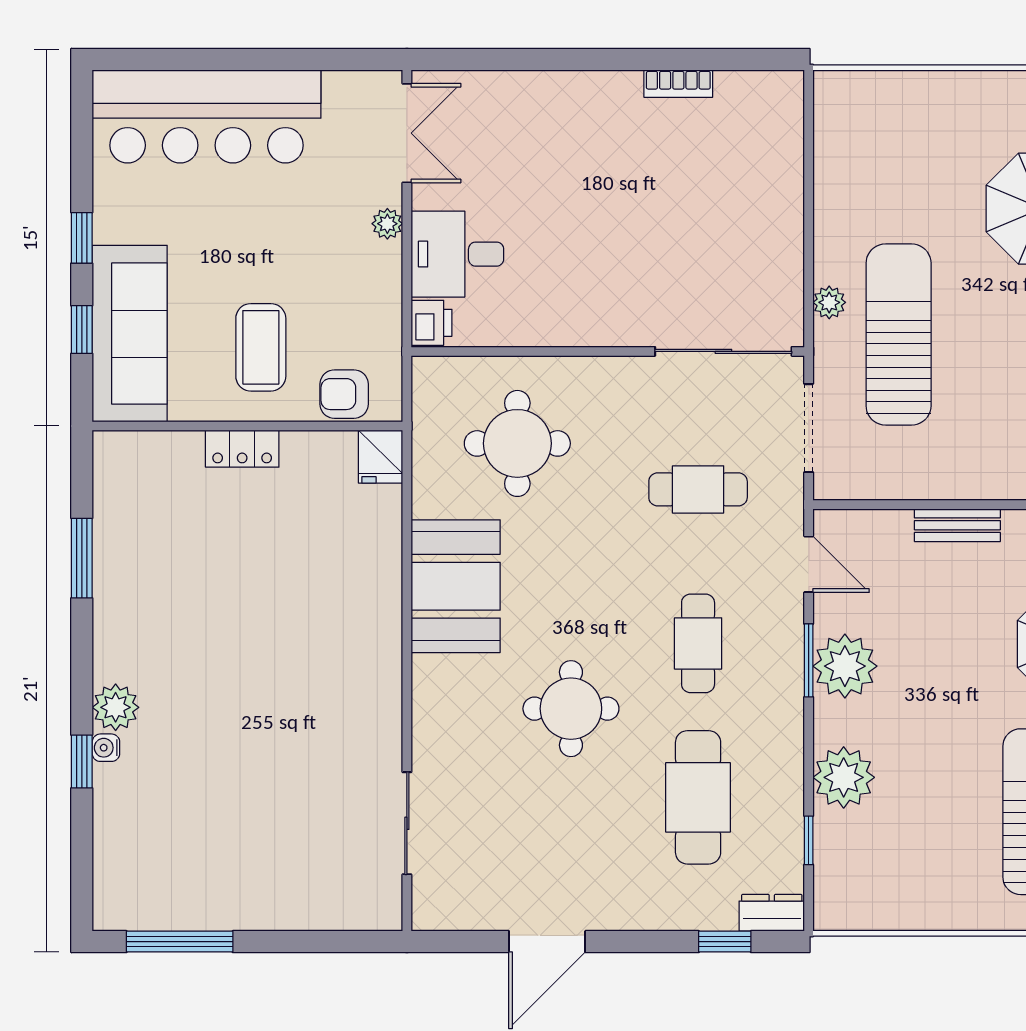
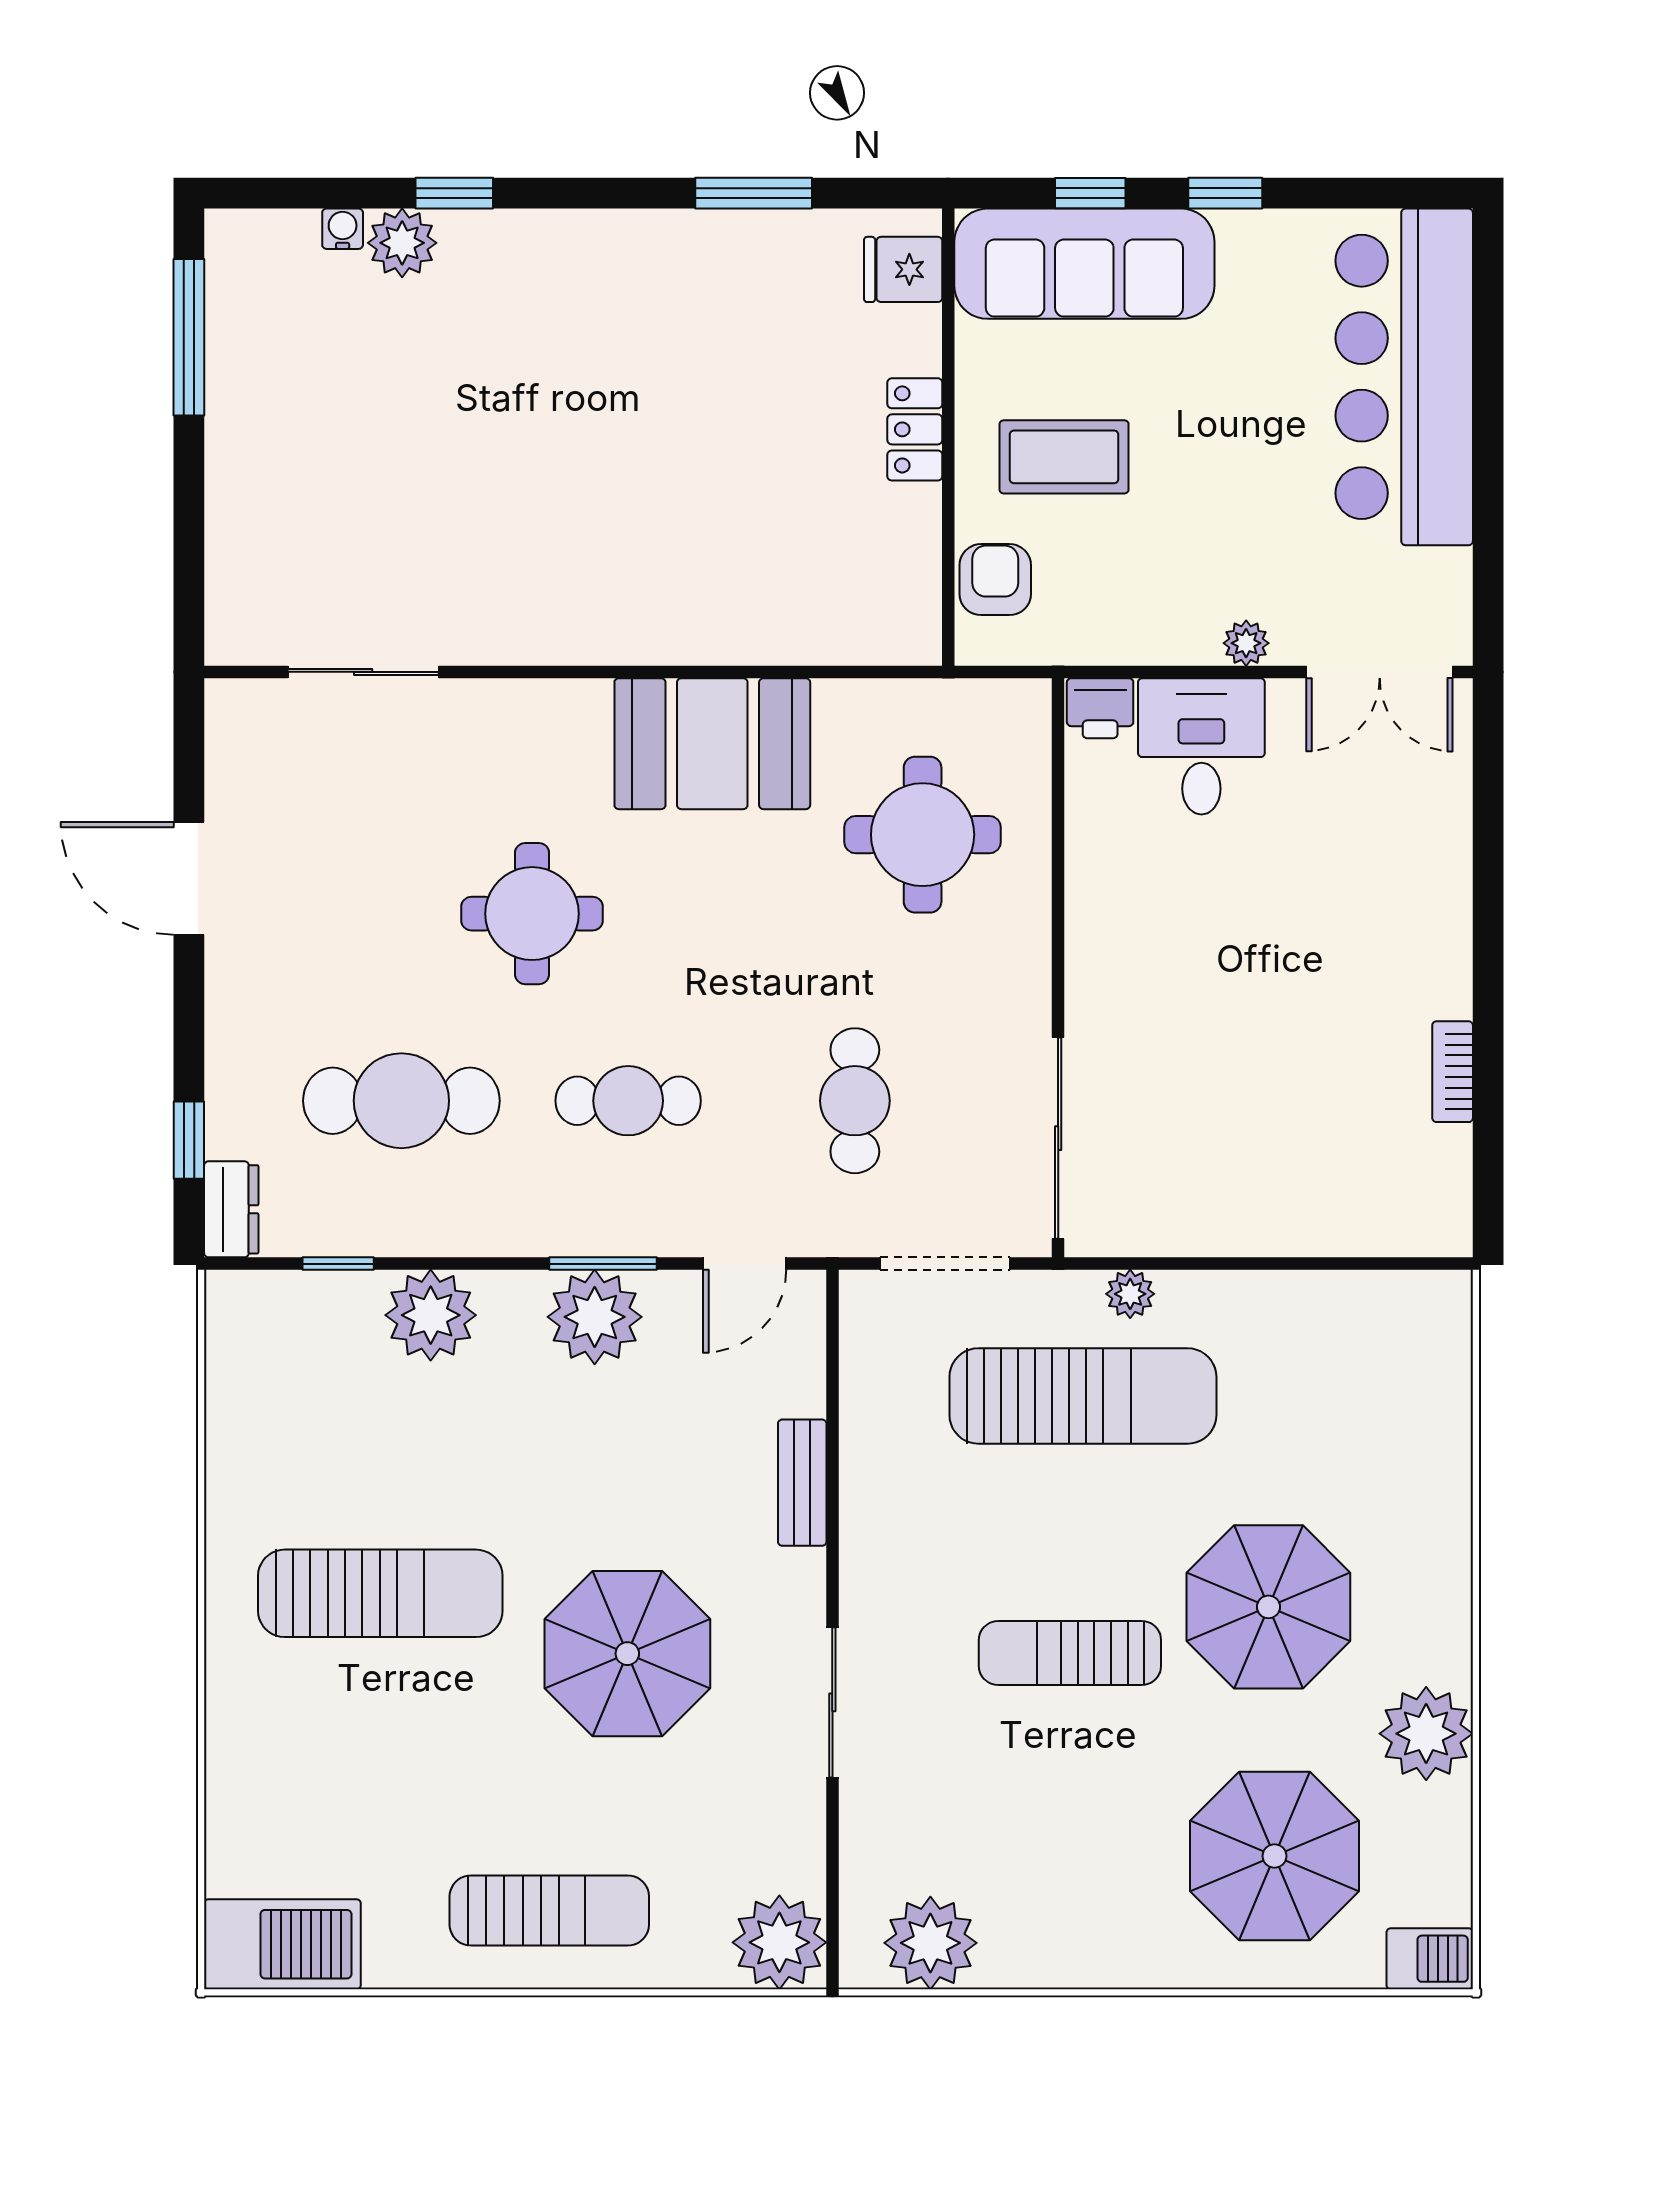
fridge: (381, 457) -> (903, 269), moved
plant: (116, 707) -> (402, 243), moved
water cooler: (106, 748) -> (343, 229), moved

